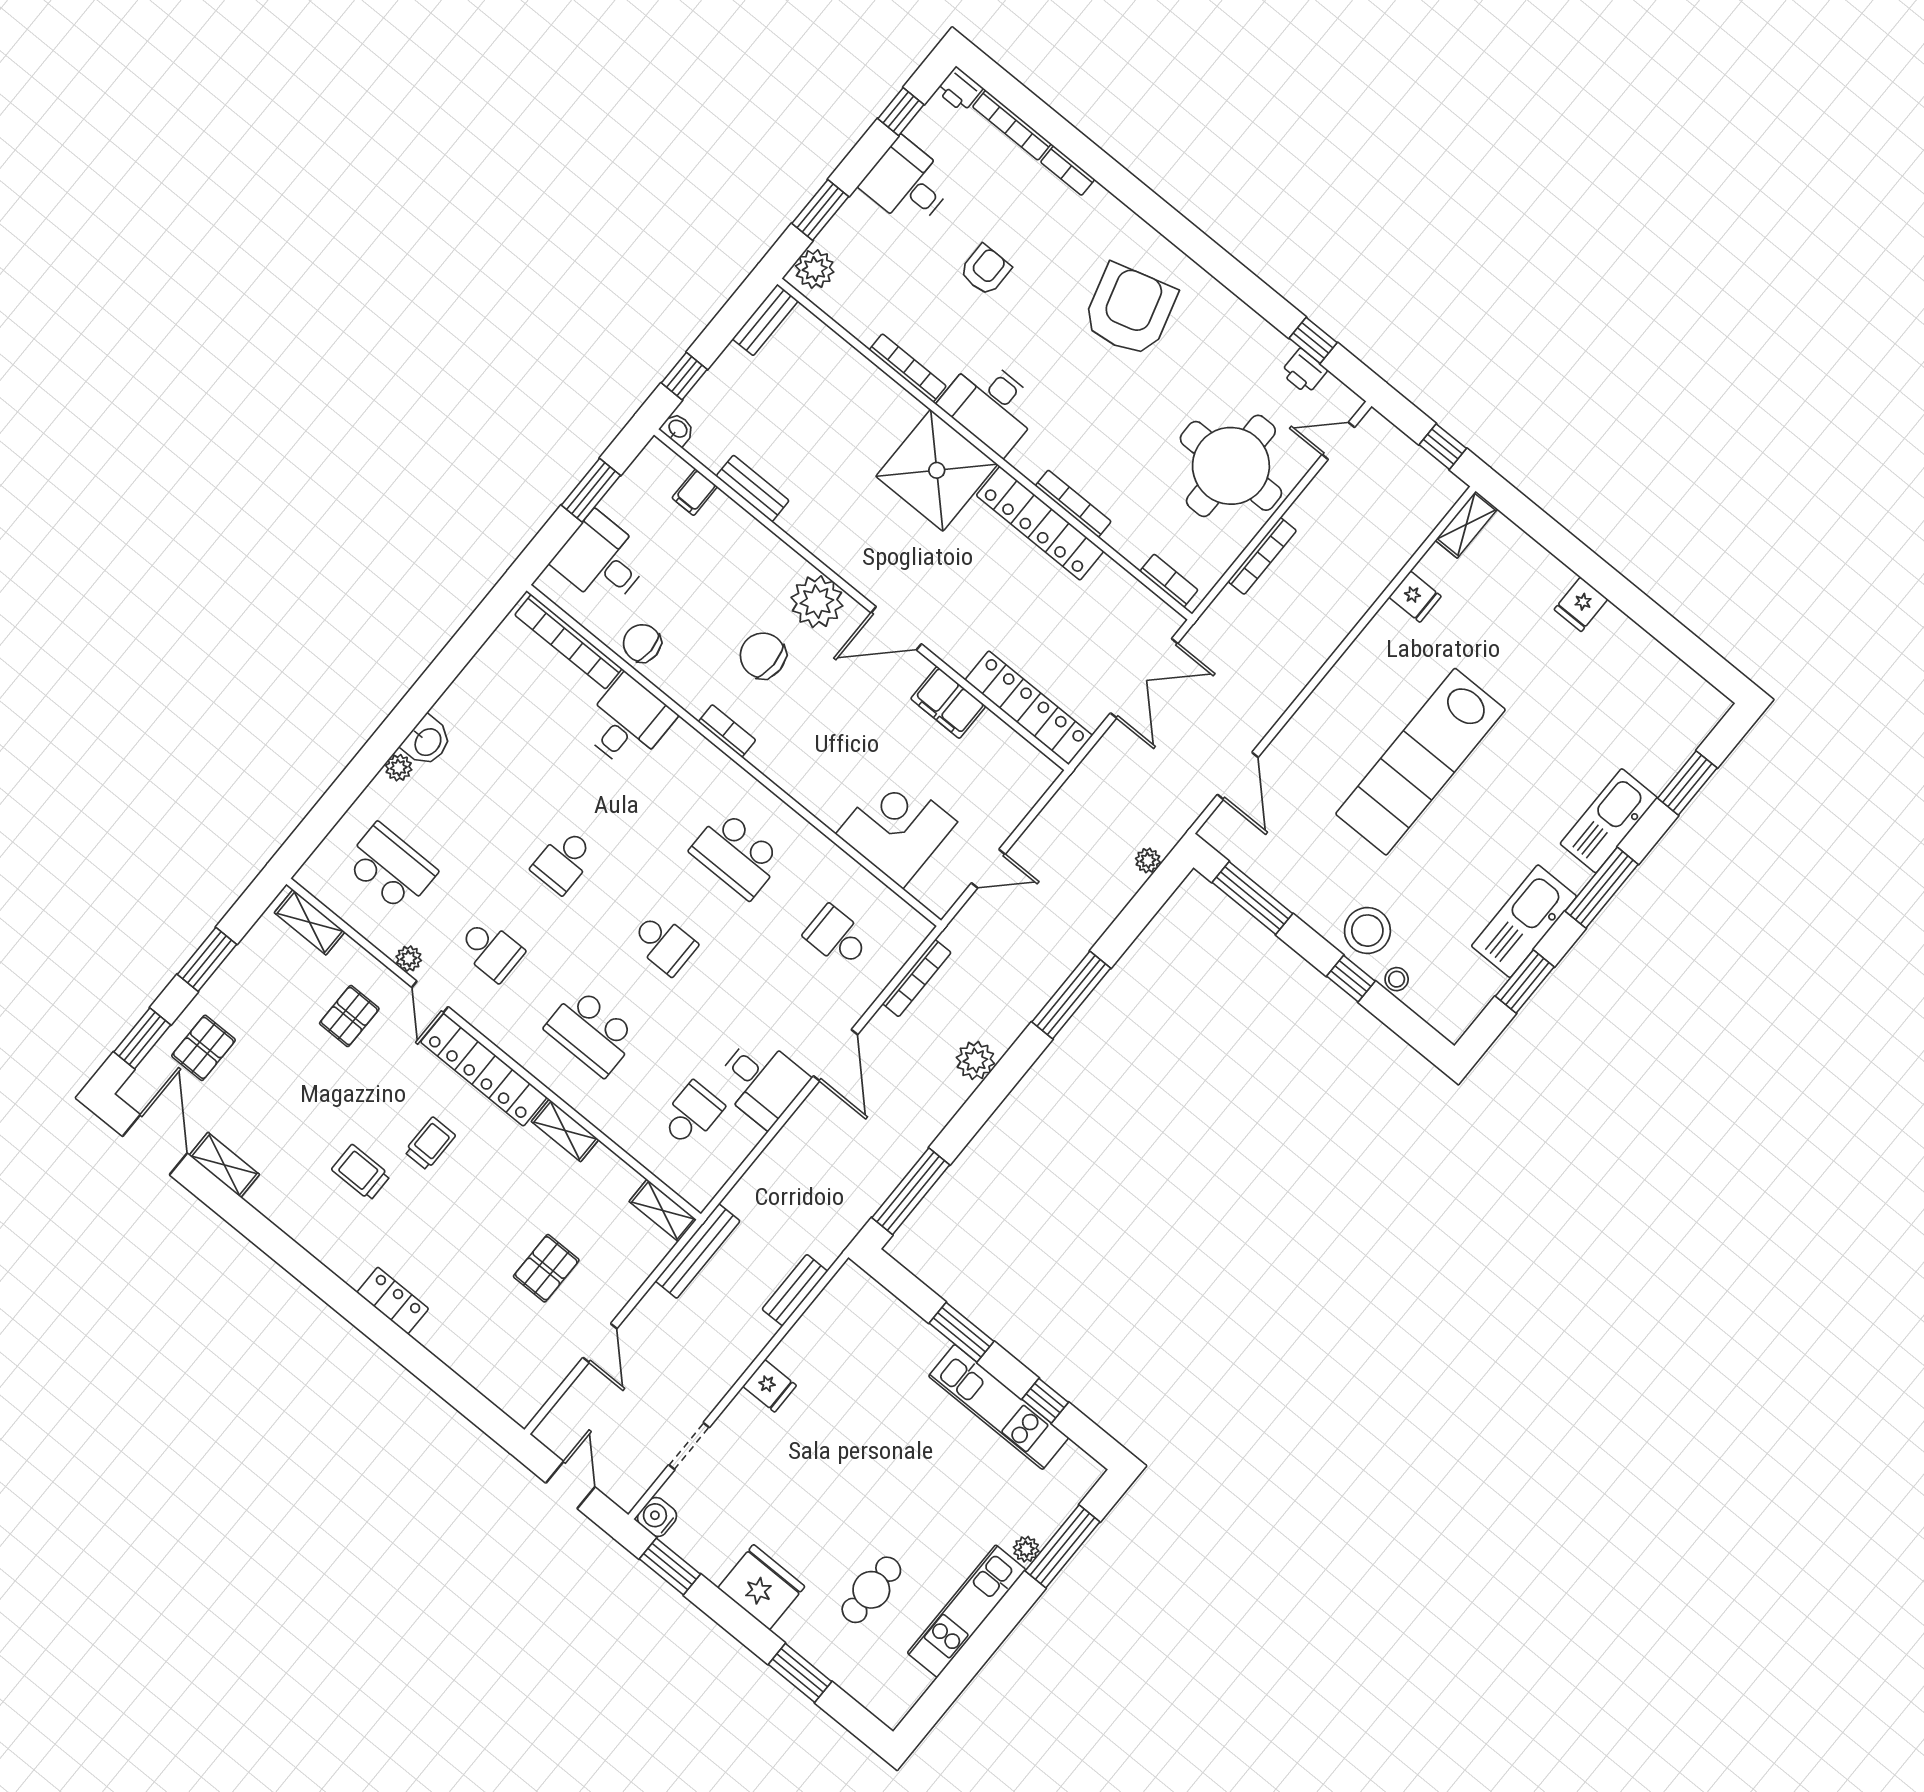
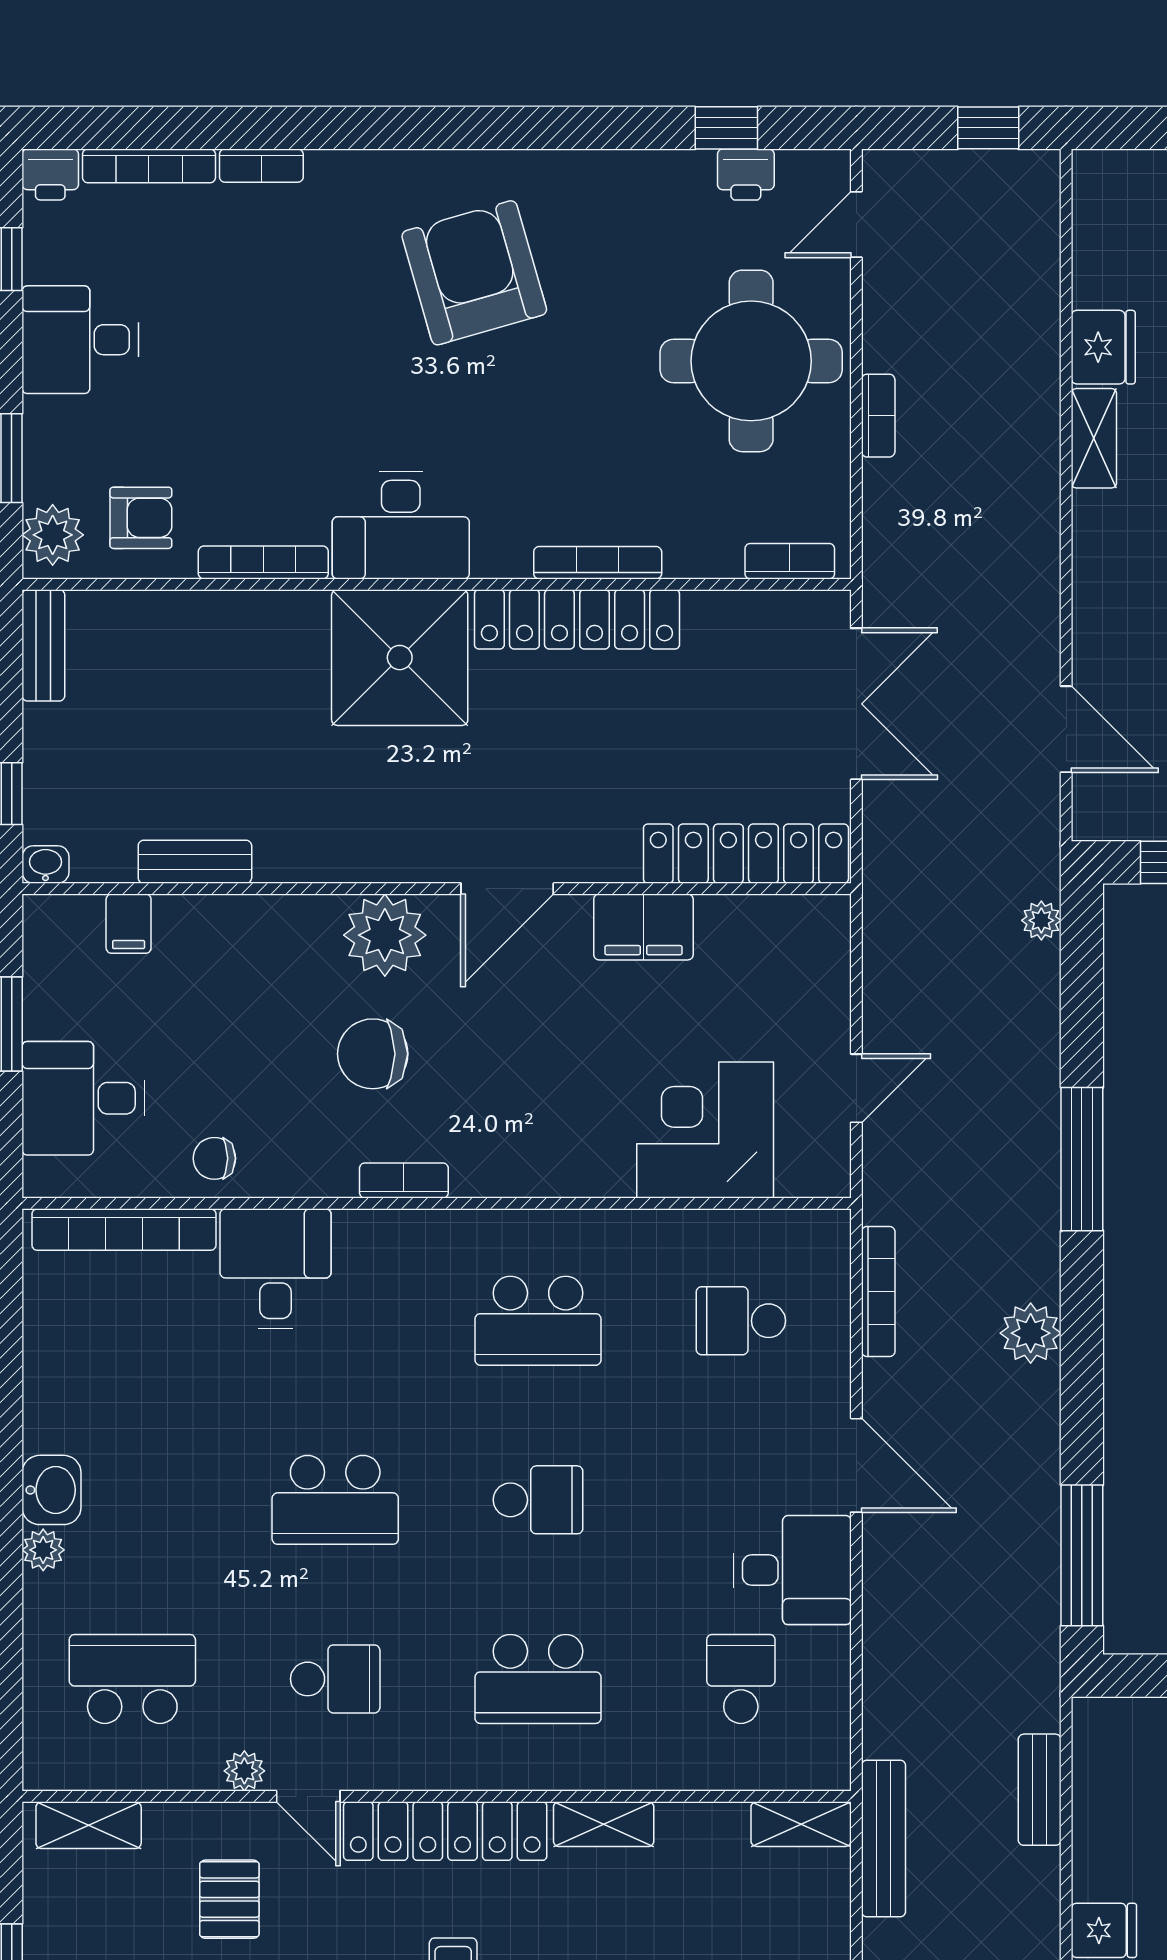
armchair: (985, 270) -> (141, 518), moved, turned 90
shelving: (1466, 525) -> (1094, 438), moved
bookcase: (1262, 556) -> (878, 416), width x0.64
fridge: (1415, 597) -> (1103, 347), width x1.38
chair: (642, 643) -> (214, 1158), width x0.73, depth x0.73
school desk: (563, 861) -> (335, 1500), width x1.85

